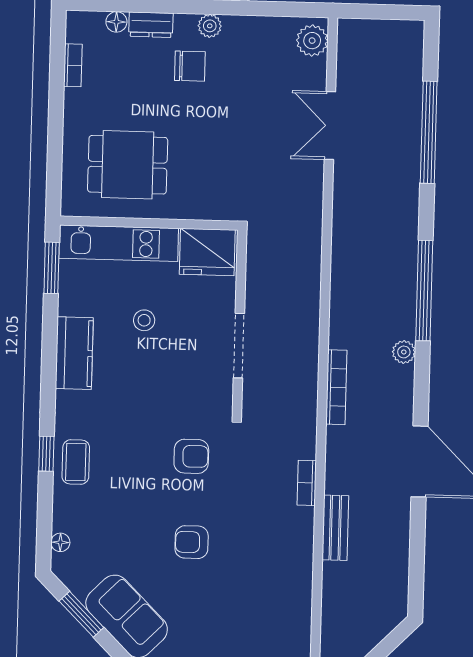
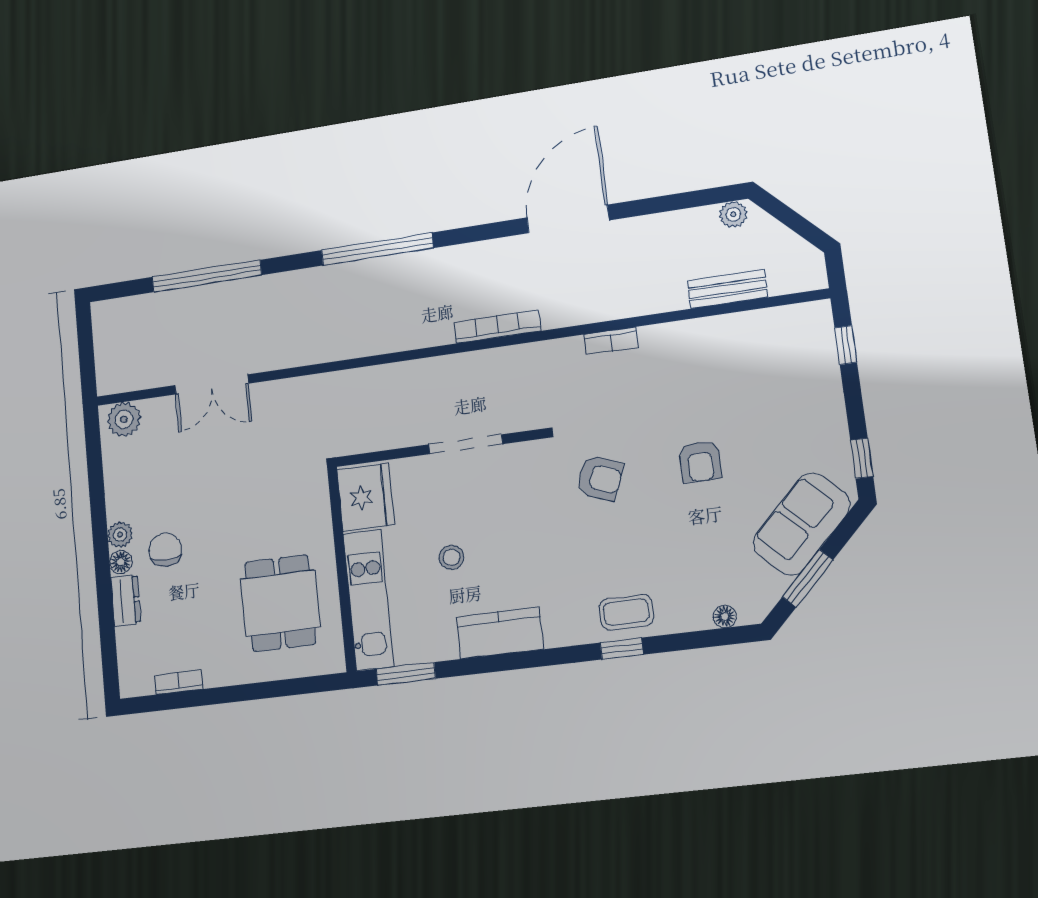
floor lamp: (116, 22) -> (121, 562), moved
plant: (404, 352) -> (733, 214), moved
armchair: (191, 456) -> (600, 478), turned 111
bench: (335, 528) -> (728, 289), moved

